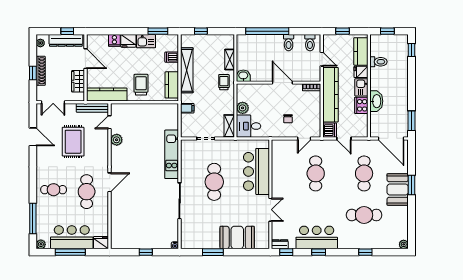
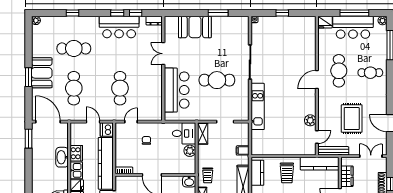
cafe table: (214, 182) -> (217, 80), turned 90
window: (286, 252) -> (136, 13), moved

